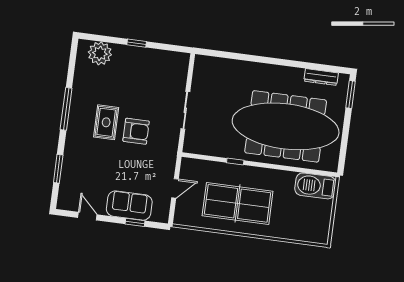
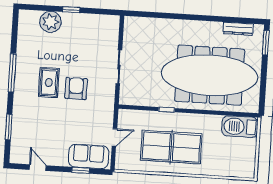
plant: (100, 53) -> (50, 22), moved
armchair: (136, 131) -> (76, 89), turned -90
sofa: (129, 206) -> (89, 156), moved

